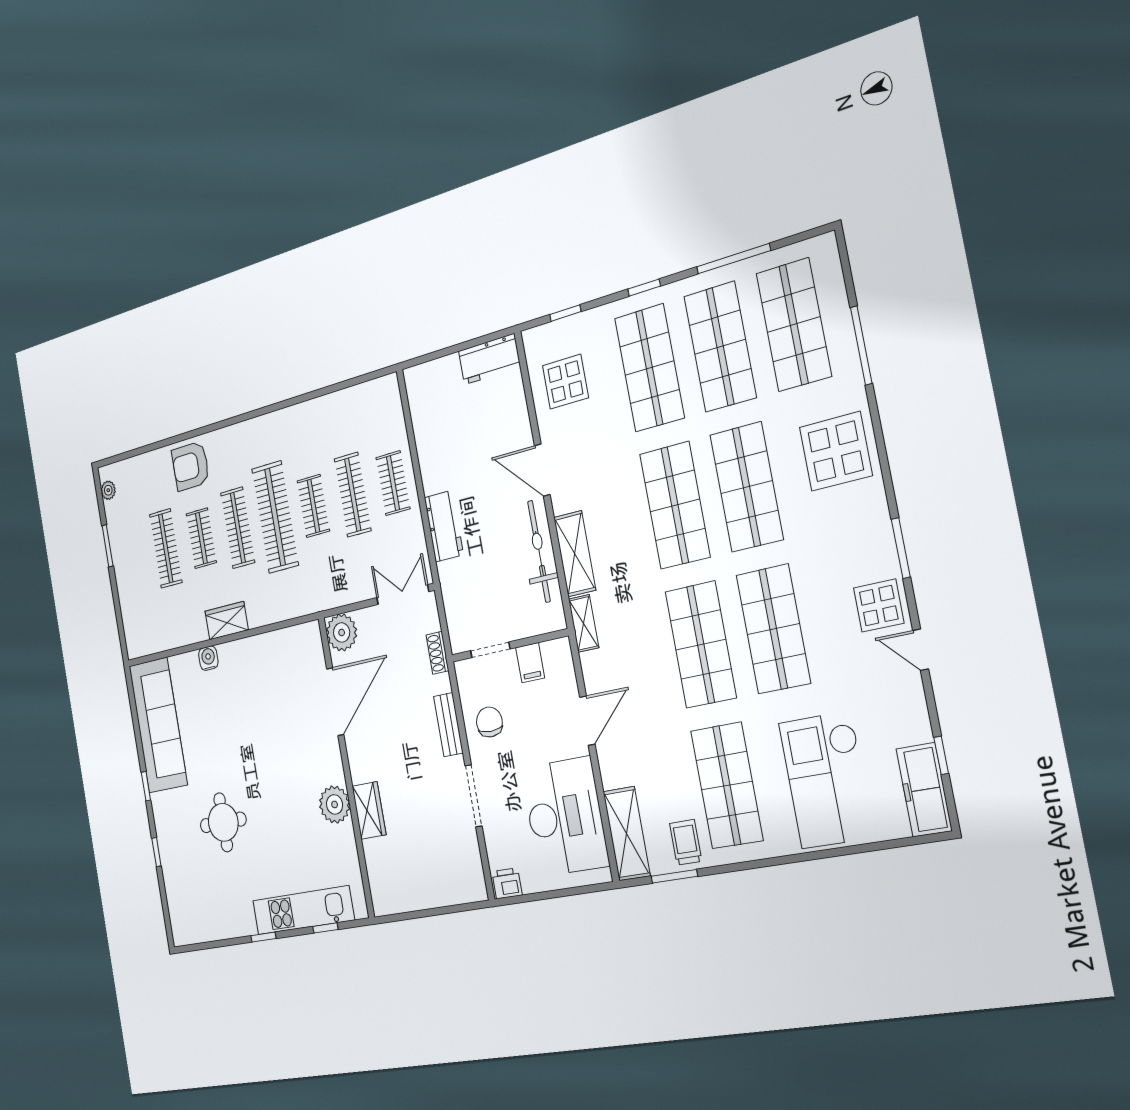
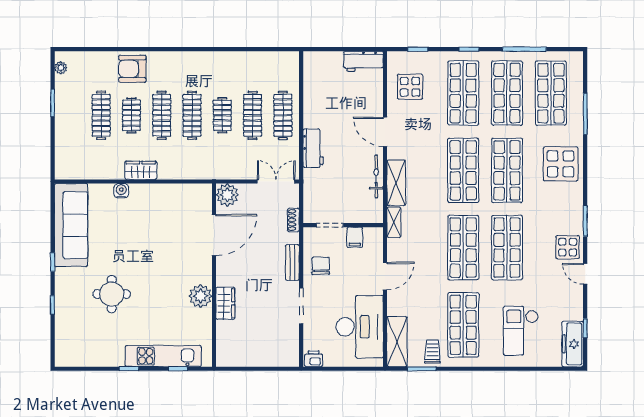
clothes rail: (393, 483) -> (283, 115), width x1.36
clothes rail: (275, 517) -> (192, 115), width x0.73, depth x0.76
bicycle: (539, 551) -> (376, 177), width x0.73, depth x0.71
checkout: (826, 780) -> (521, 331), width x0.73, depth x0.83

